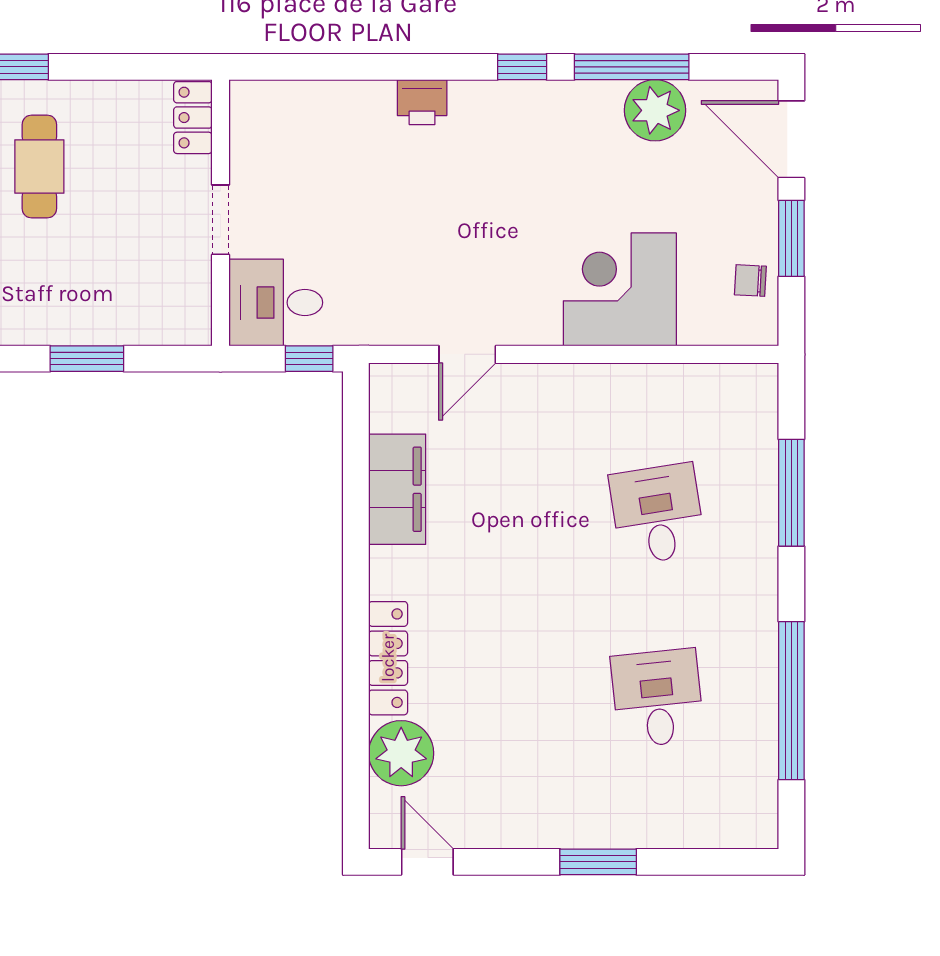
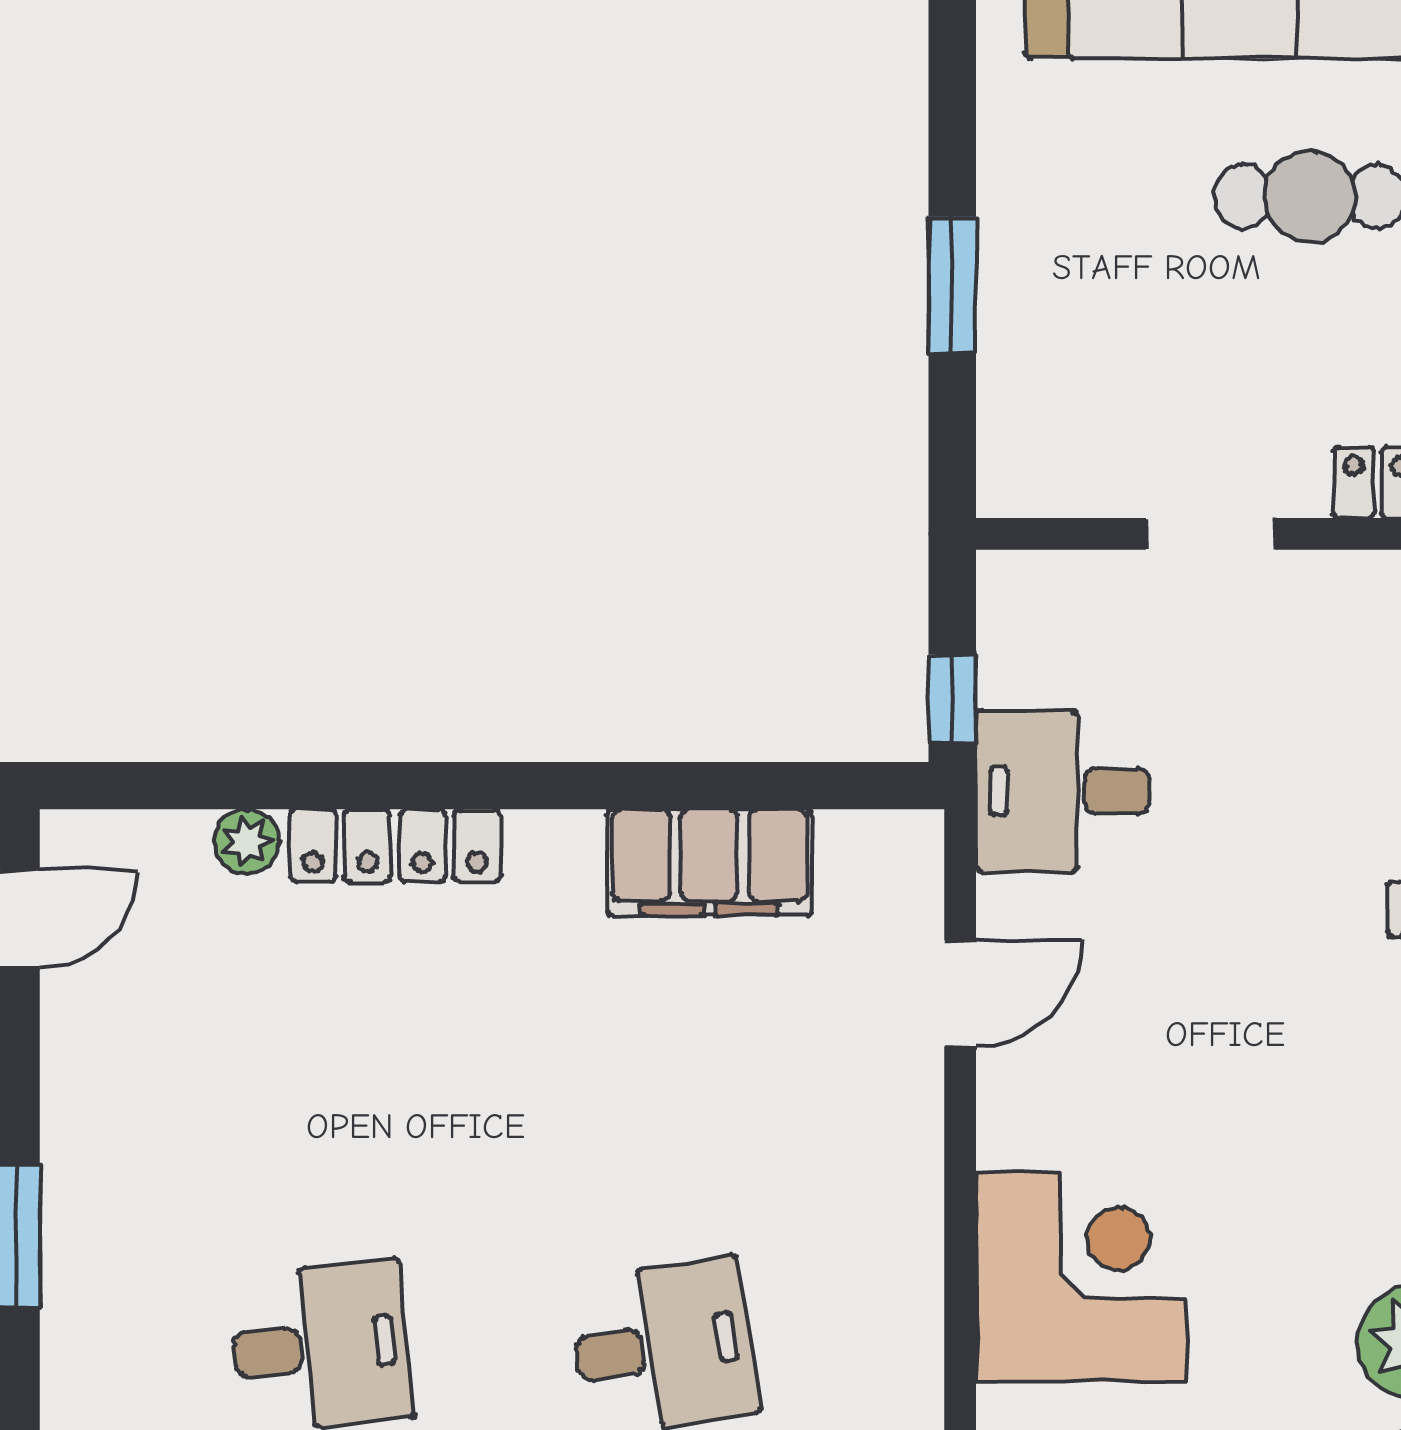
desk: (276, 303) -> (1063, 791), moved, turned -90
door: (467, 354) -> (960, 993), swing flipped
plant: (401, 753) -> (247, 842), width x0.53, depth x0.53

